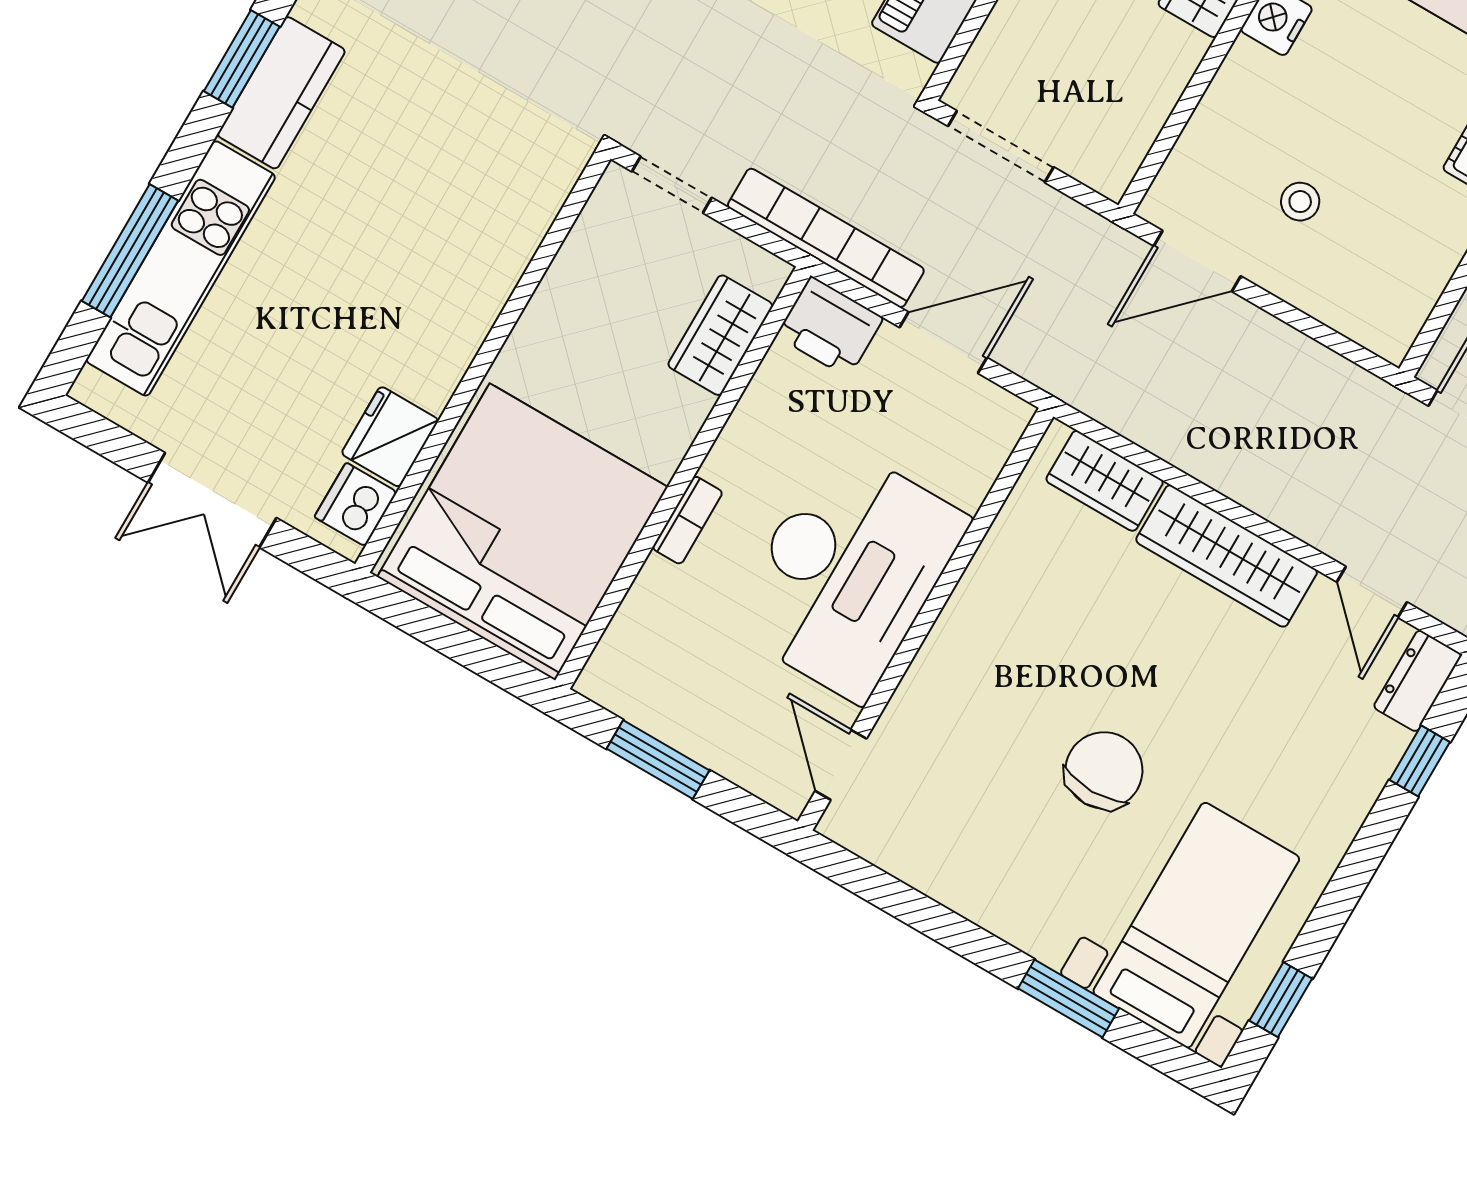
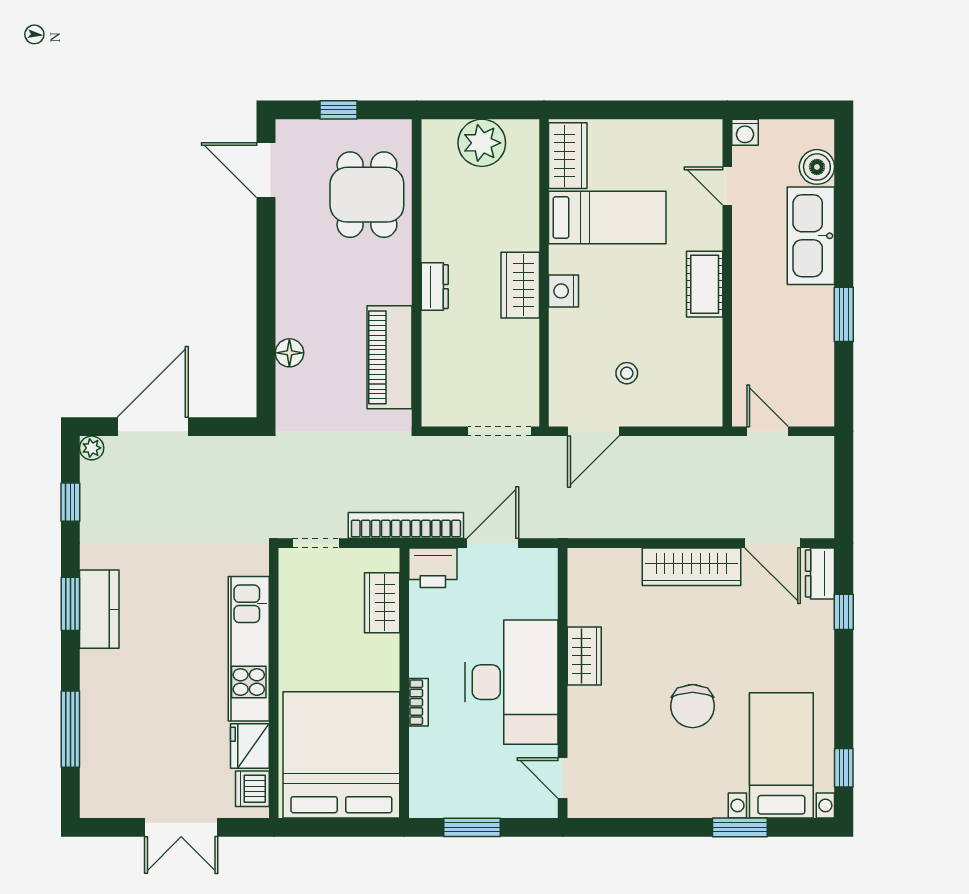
doorway: (1001, 147) -> (500, 431), moved
kitchen unit: (181, 268) -> (249, 649), moved, turned 180
wardrobe: (1105, 481) -> (584, 656), moved, turned -90
door: (1372, 592) -> (773, 543), width x1.38
chair: (1104, 770) -> (693, 706), turned 180

